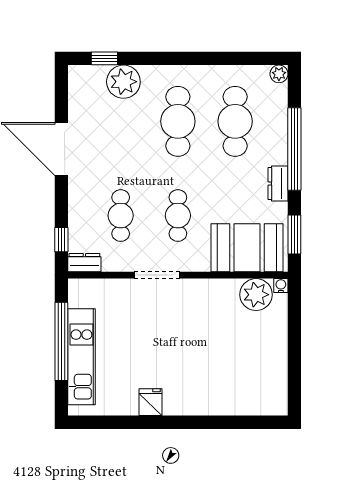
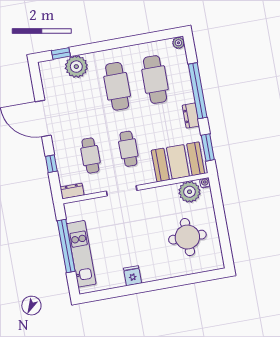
window: (61, 240) -> (51, 164), moved
round table: (241, 360) -> (187, 237), added

